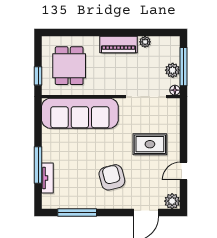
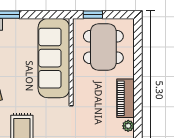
dining table: (69, 66) -> (103, 47), width x1.37

